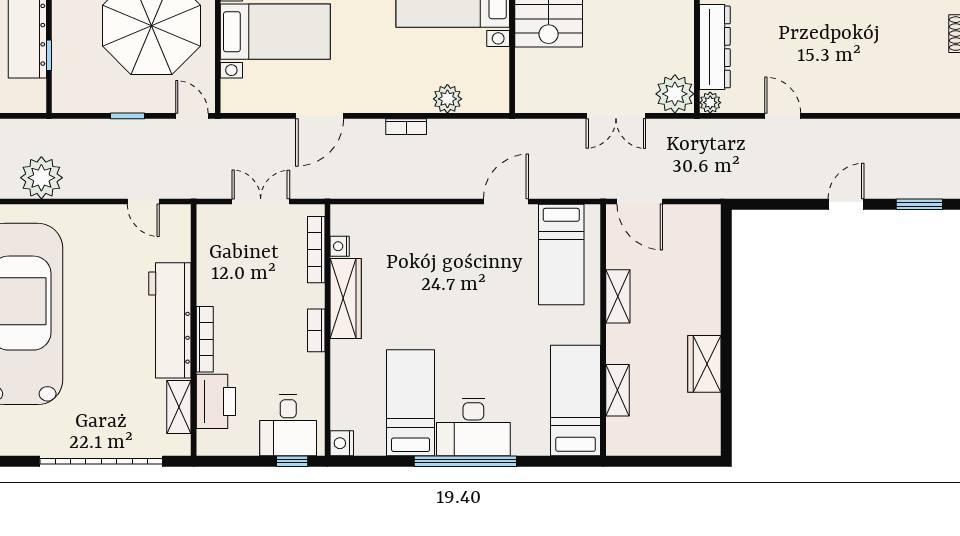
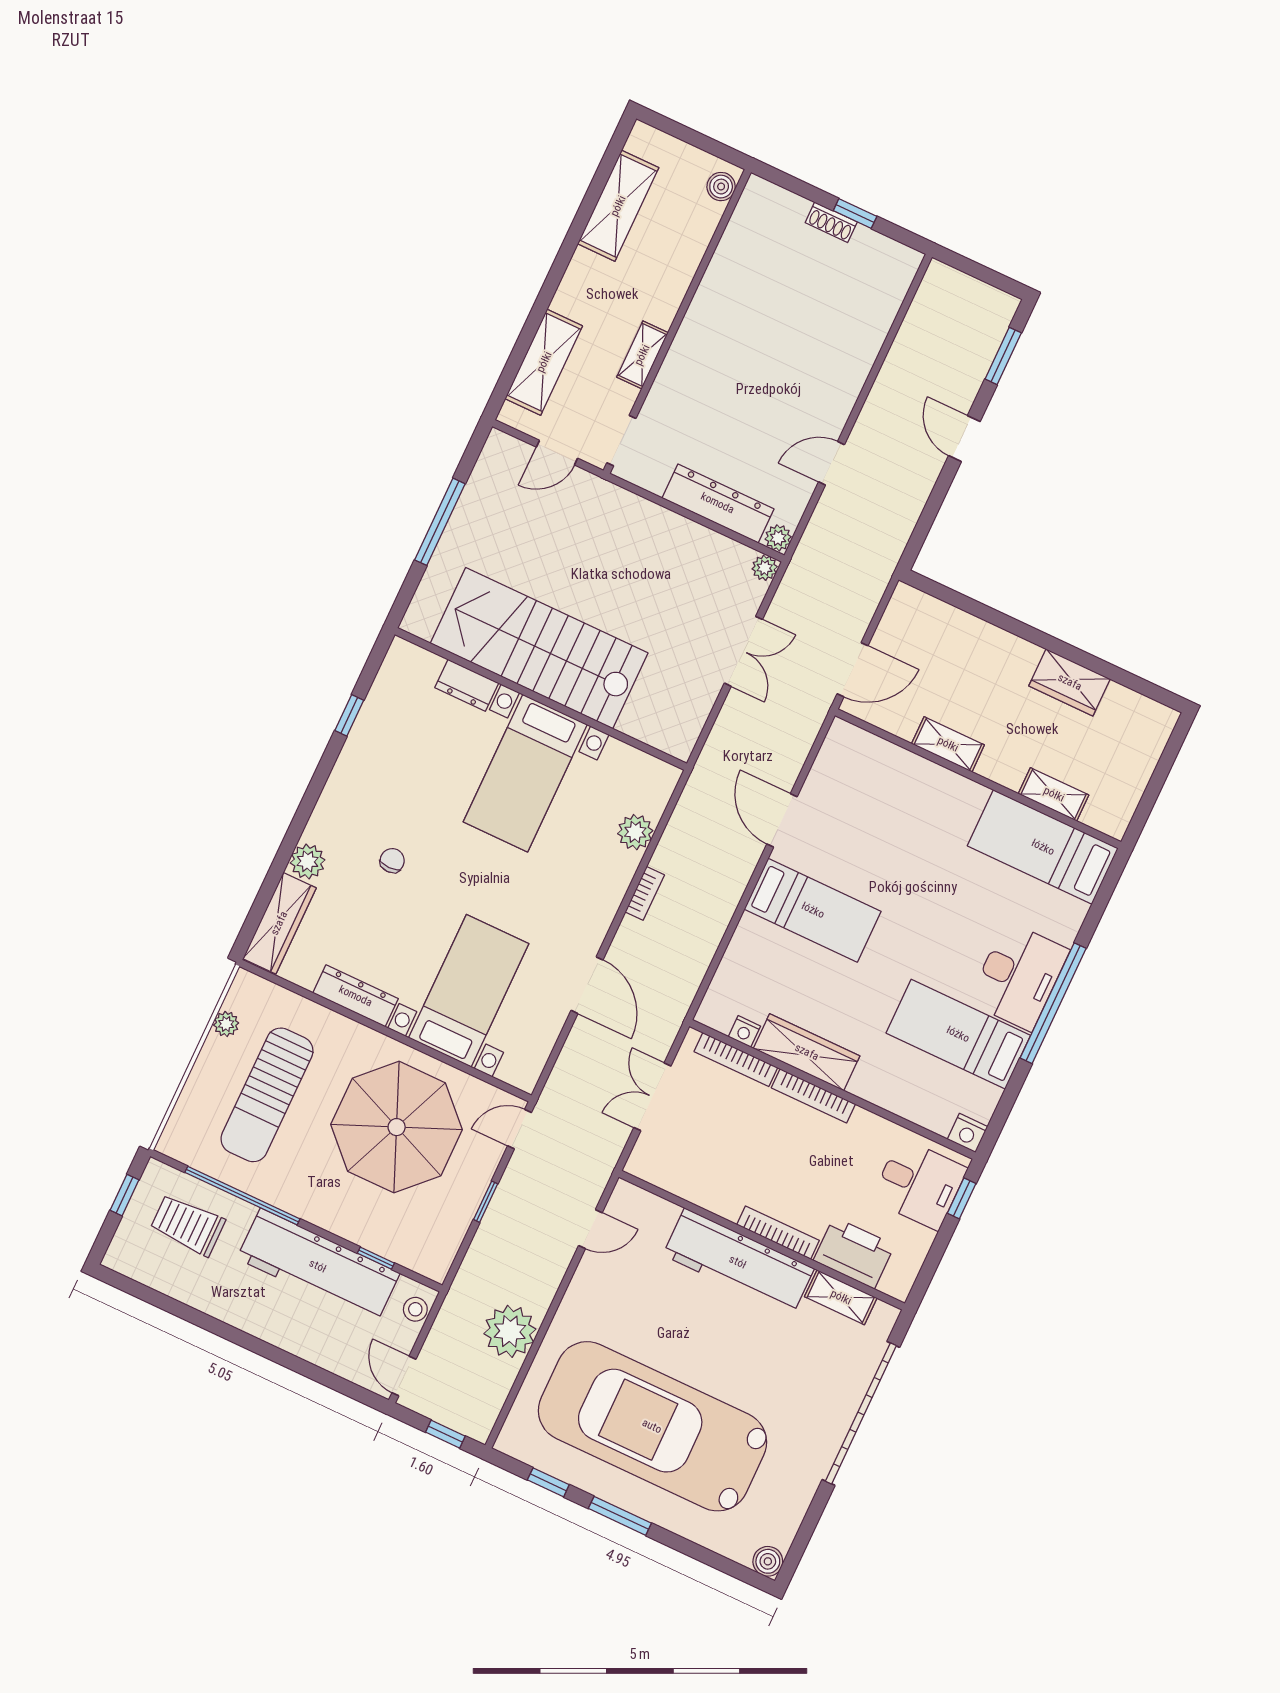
plant: (675, 94) -> (765, 568), width x0.53, depth x0.53
stool: (25, 101) -> (415, 1309), added
bed: (561, 254) -> (813, 910), moved
bookcase: (316, 330) -> (813, 1096), width x1.56

